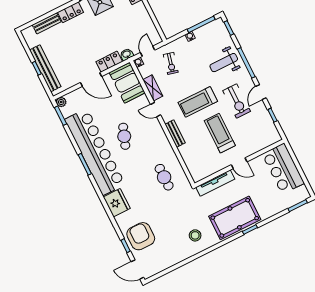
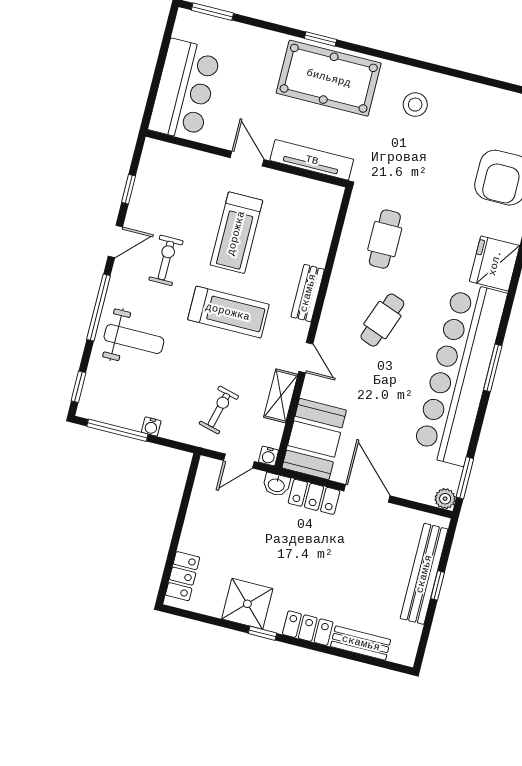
exercise bike: (237, 101) -> (166, 260), width x0.73, depth x0.72
cafe table: (124, 136) -> (382, 320), moved

